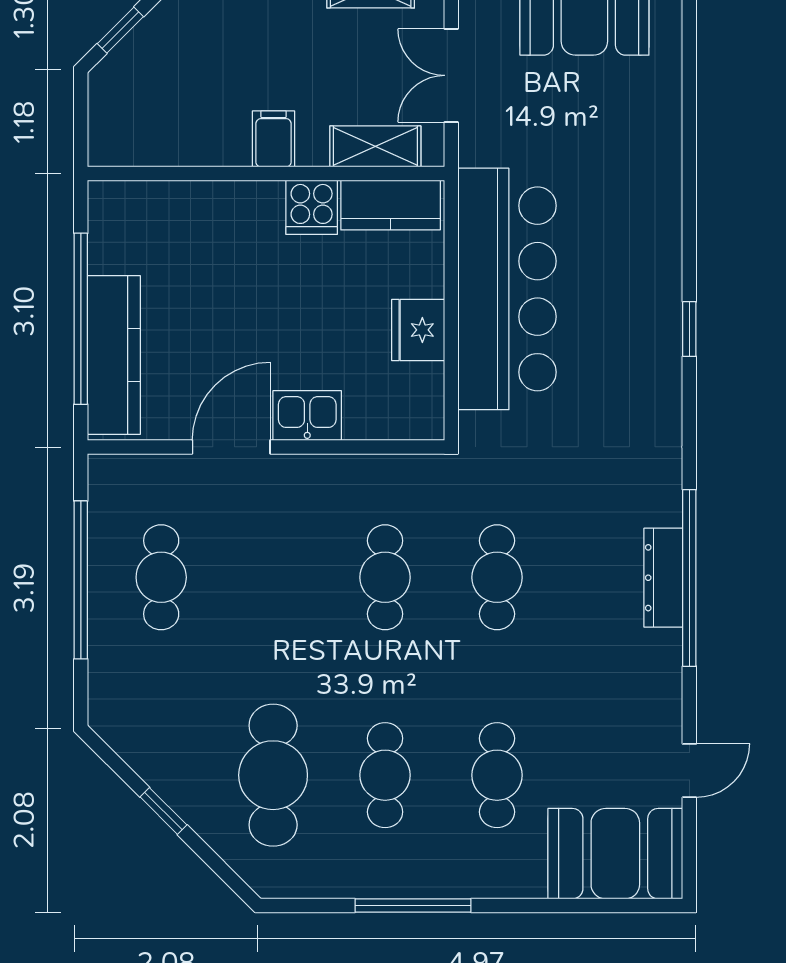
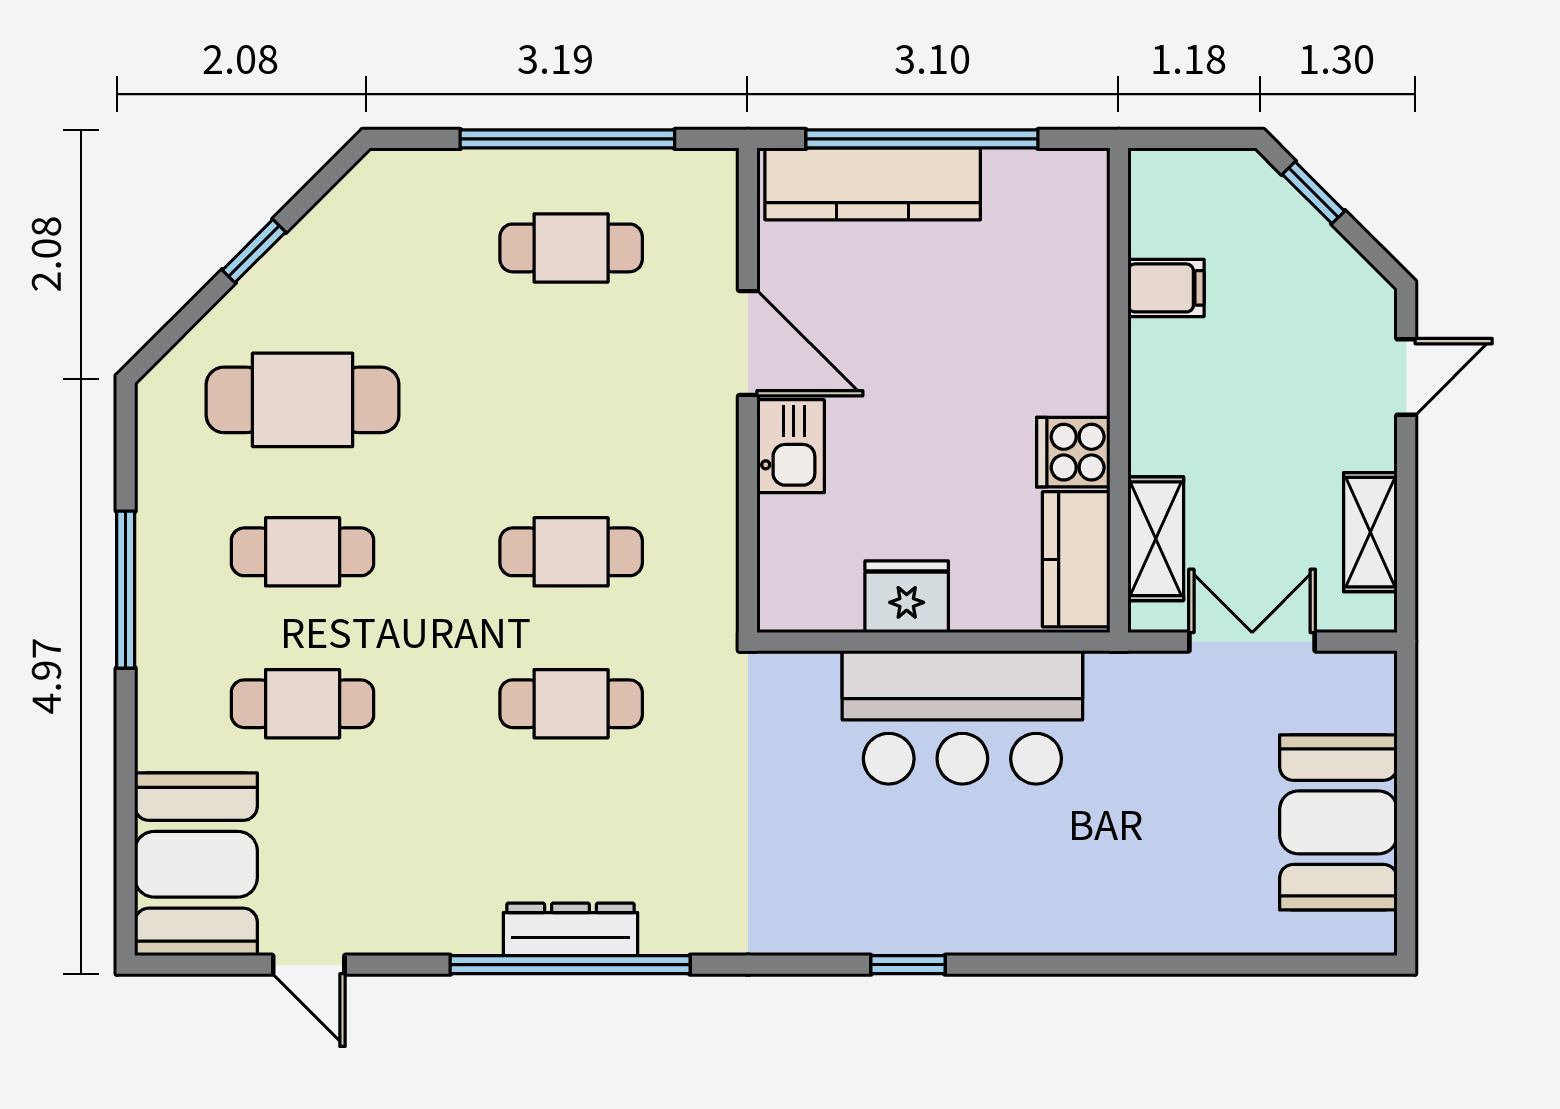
filing cabinet: (274, 139) -> (1166, 288), moved
bar counter: (507, 289) -> (962, 717), width x0.73

